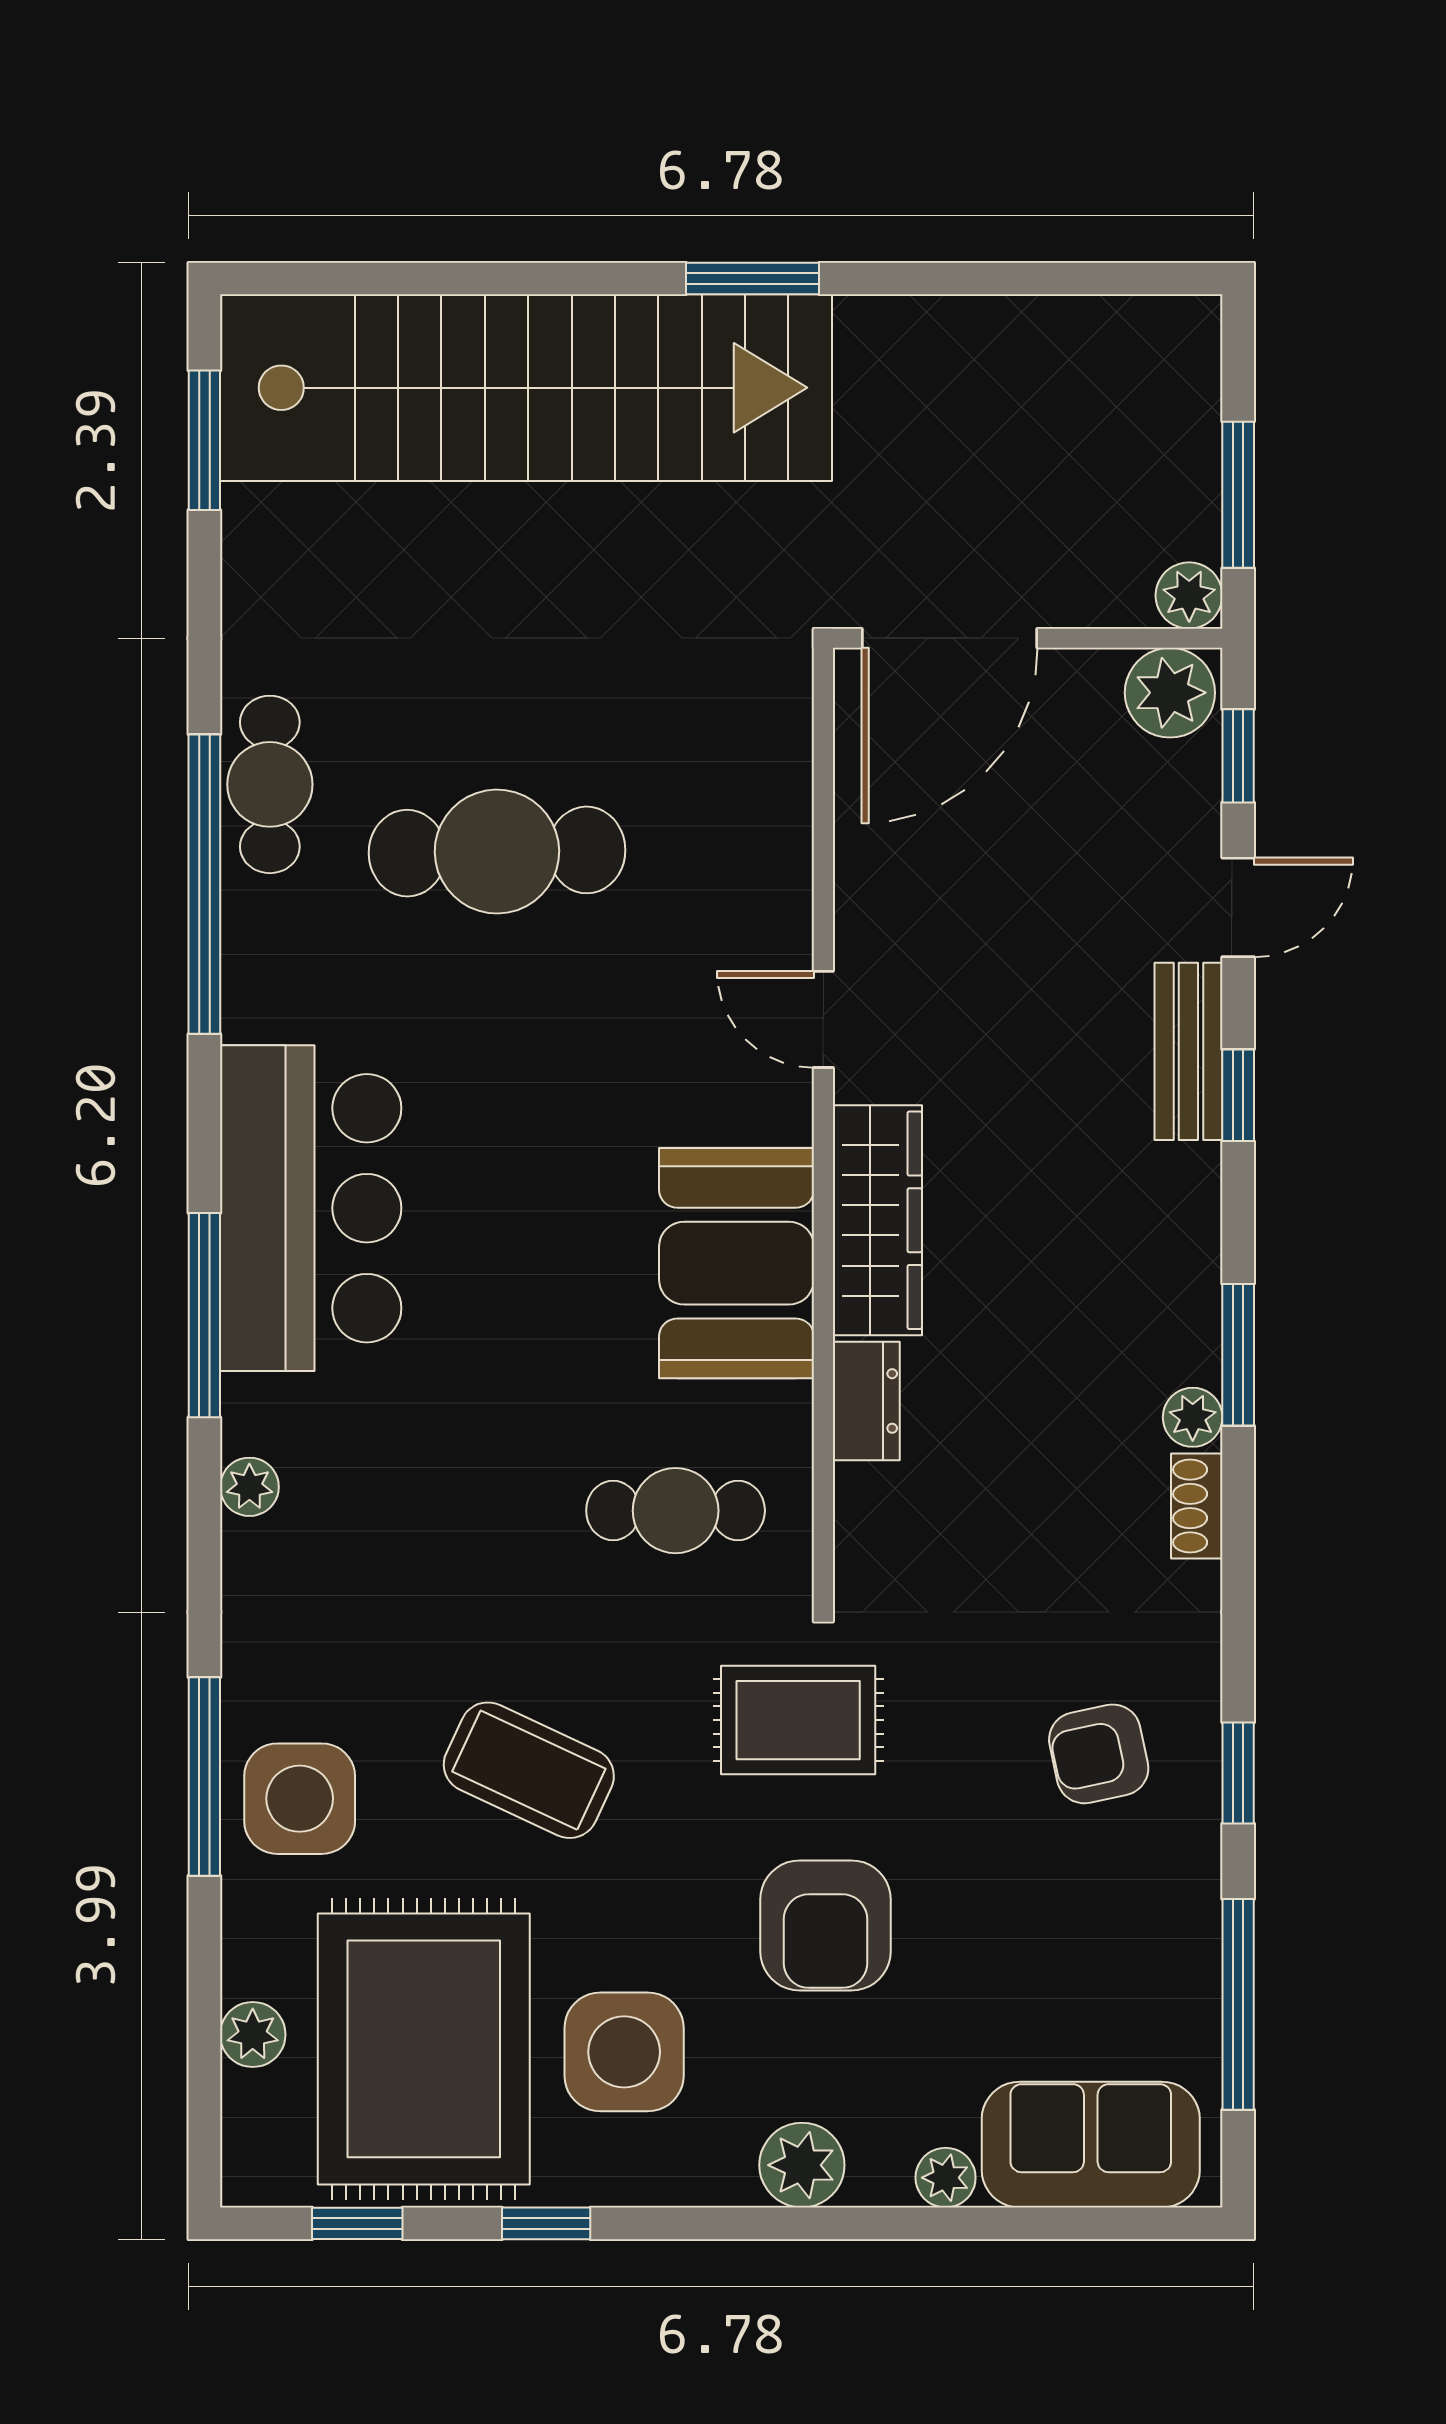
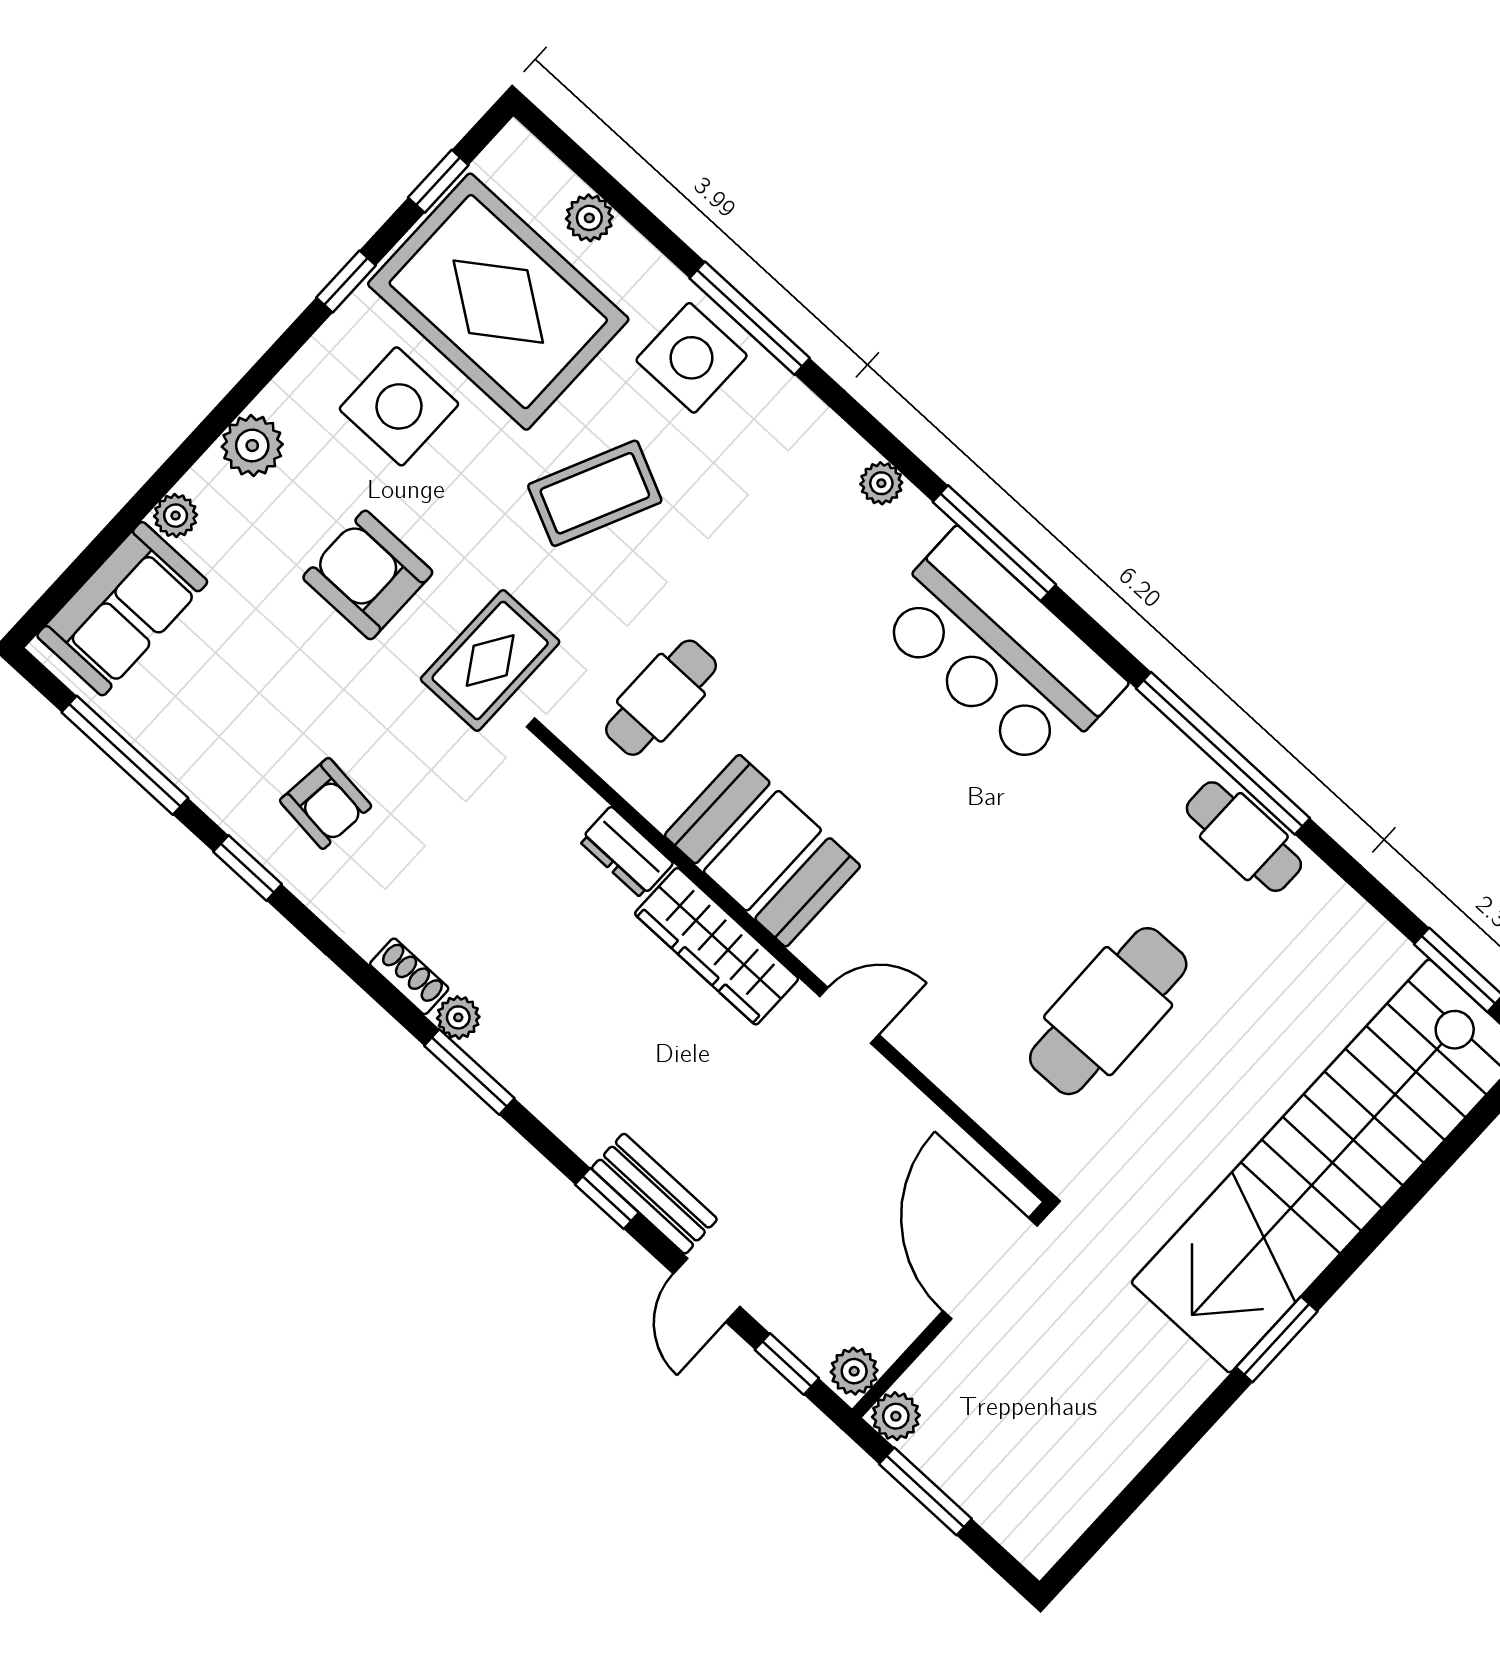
plant: (1170, 693) -> (854, 1371), width x0.73, depth x0.73
cafe table: (497, 852) -> (1108, 1011), moved
armchair: (1099, 1754) -> (326, 803), turned 108

